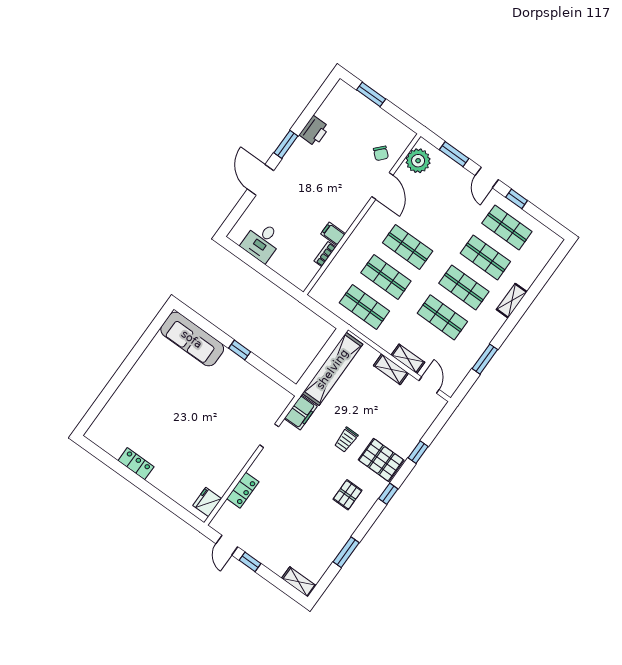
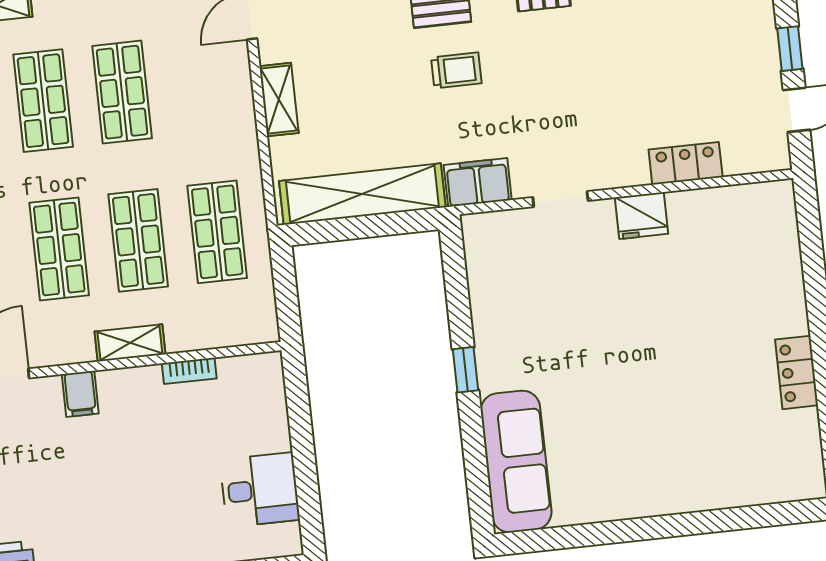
filing cabinet: (333, 234) -> (80, 394), moved
shelving: (408, 359) -> (130, 343), moved, turned 90
fridge: (207, 502) -> (641, 216), moved

